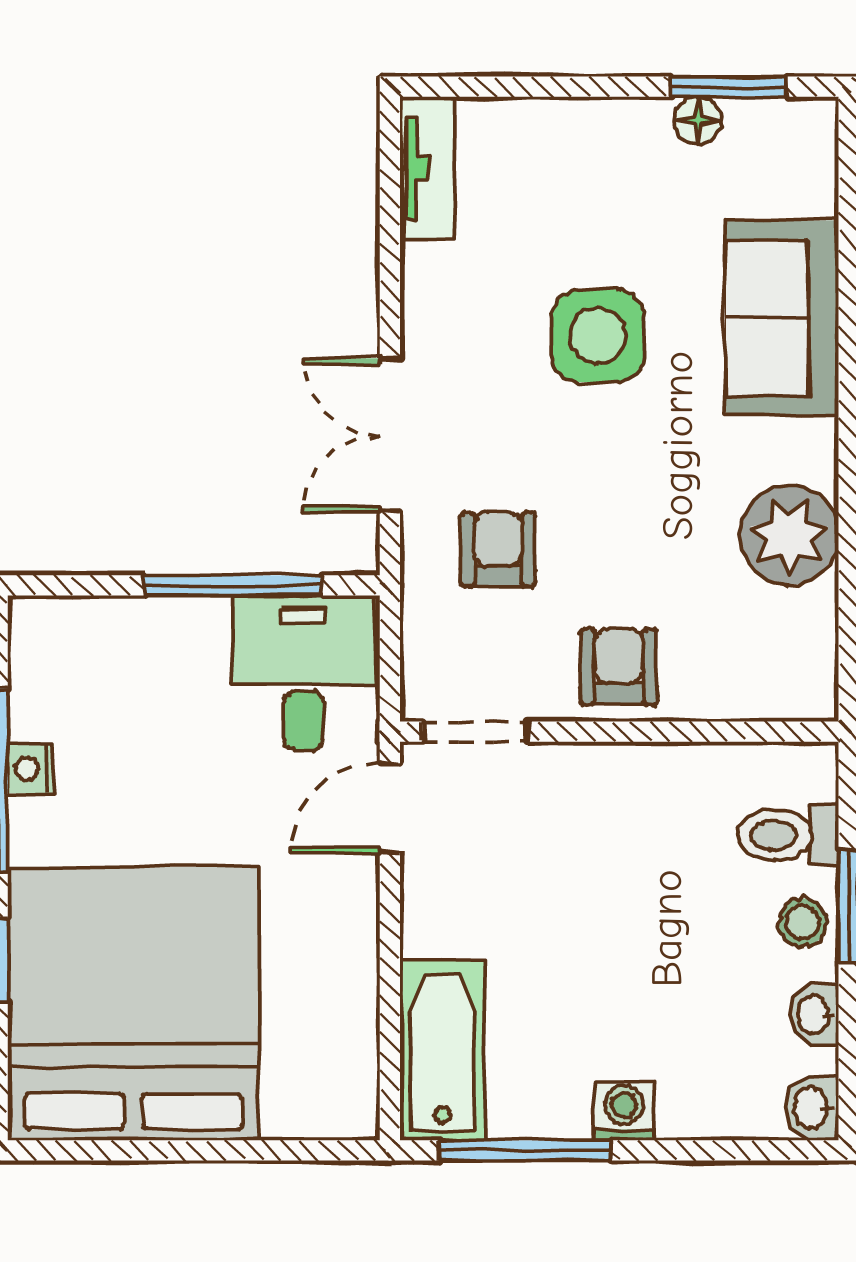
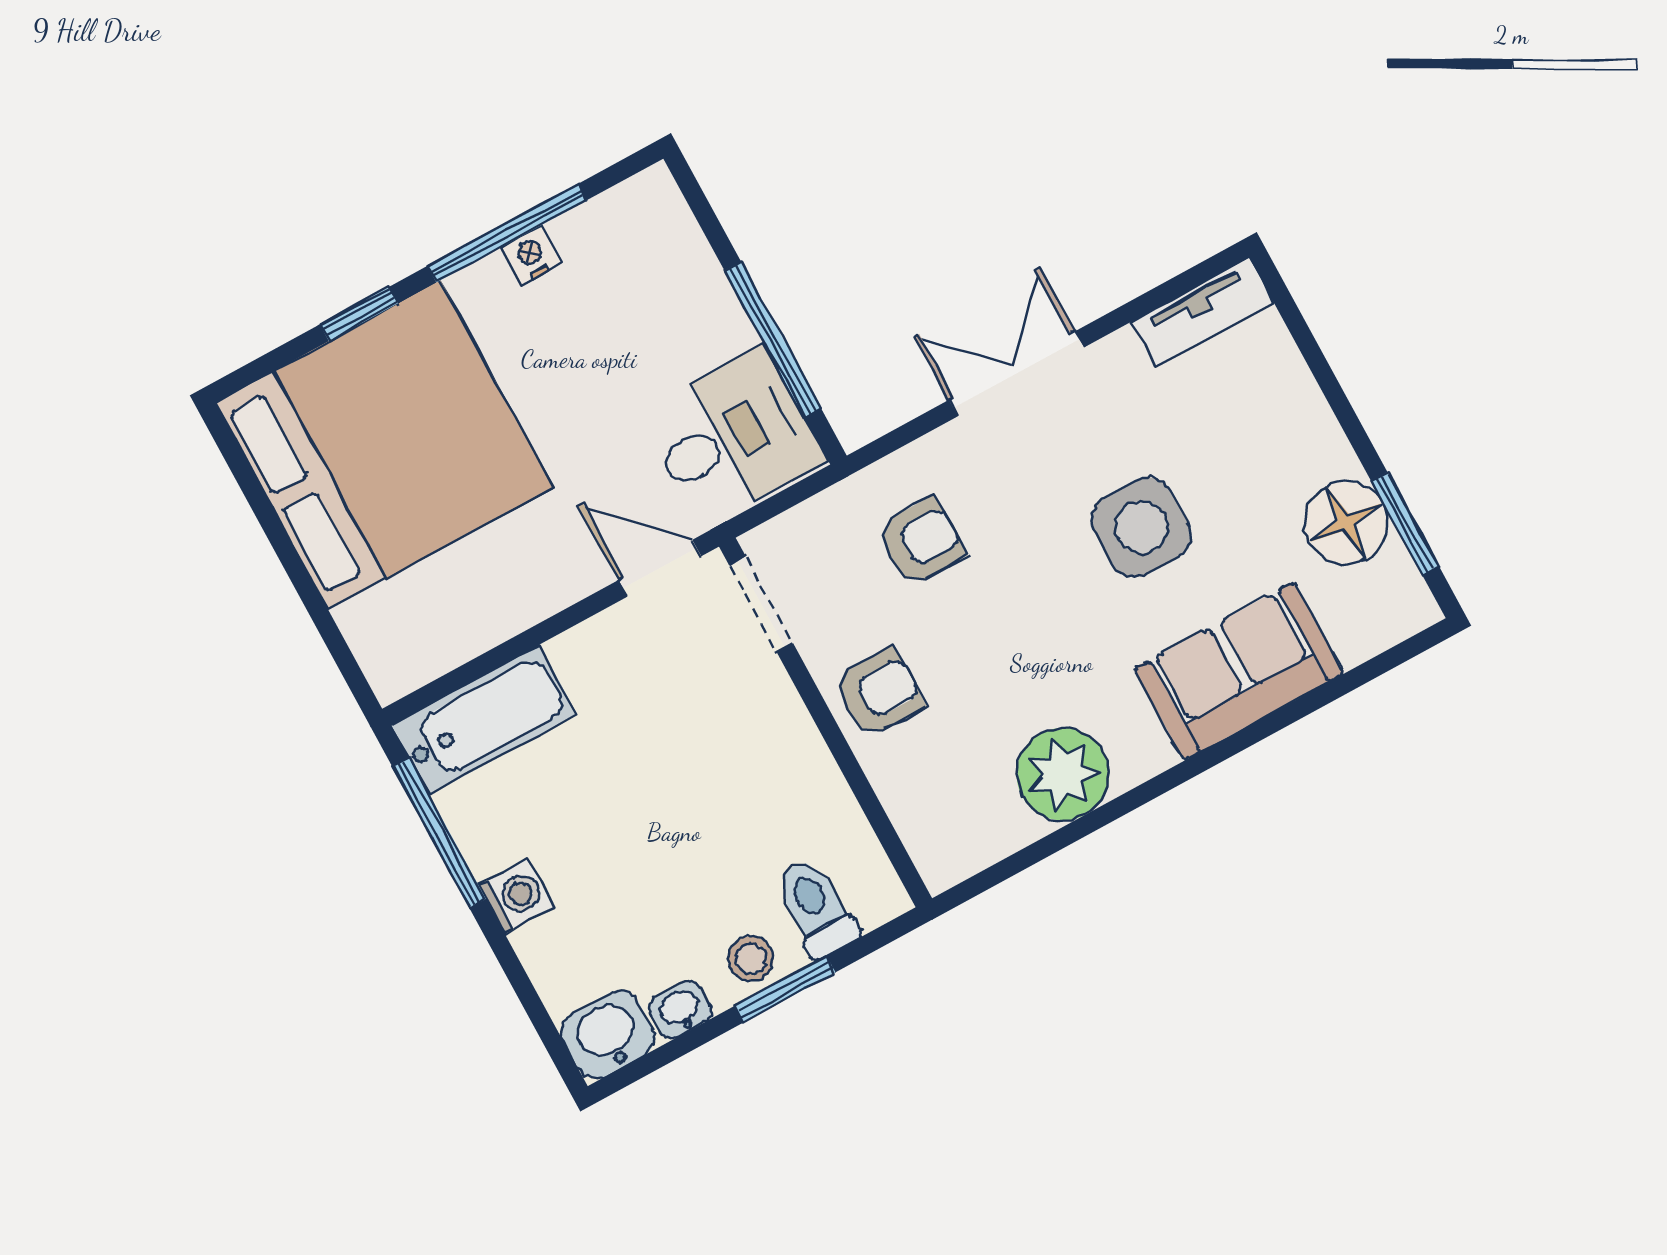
floor lamp: (698, 120) -> (1346, 522), width x1.89, depth x1.89
double door: (390, 435) -> (1016, 374), moved
washbasin: (812, 1108) -> (608, 1034), width x1.38, depth x1.45

